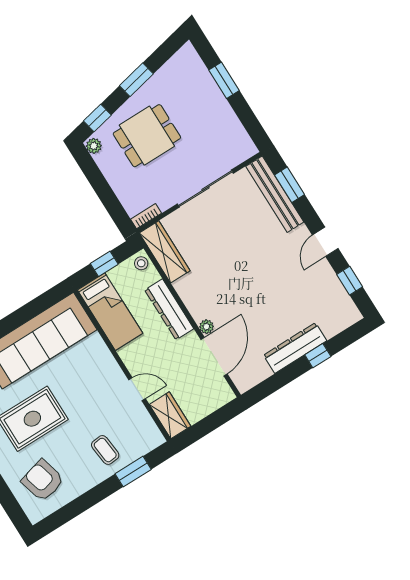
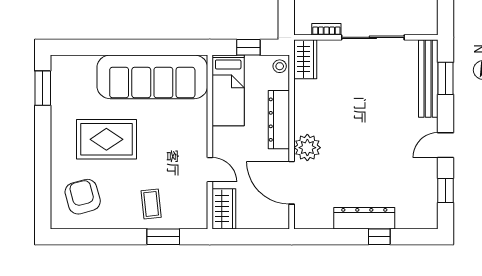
bookcase: (146, 216) -> (326, 29), moved
wardrobe: (165, 252) -> (305, 59), width x0.67
plant: (206, 327) -> (307, 148), width x1.88, depth x1.88
door: (214, 357) -> (292, 183), swing flipped

